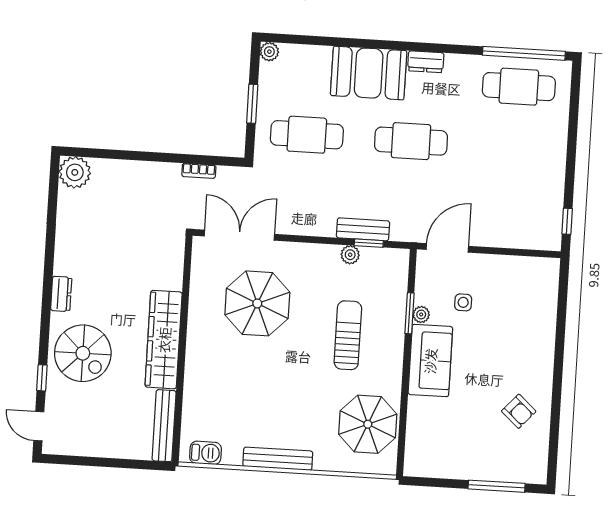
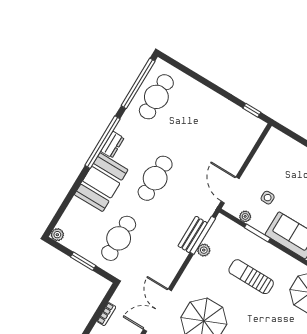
window: (422, 47) -> (102, 142), added
window: (369, 243) -> (203, 235), width x2.17
plant: (421, 314) -> (245, 216), moved

